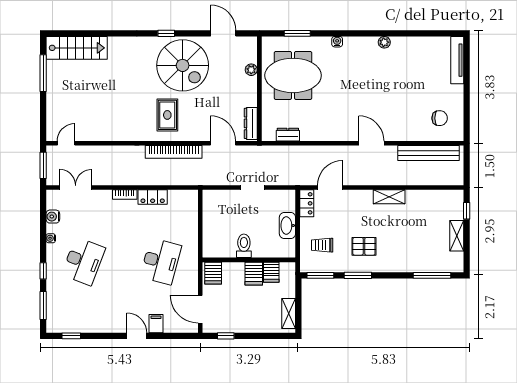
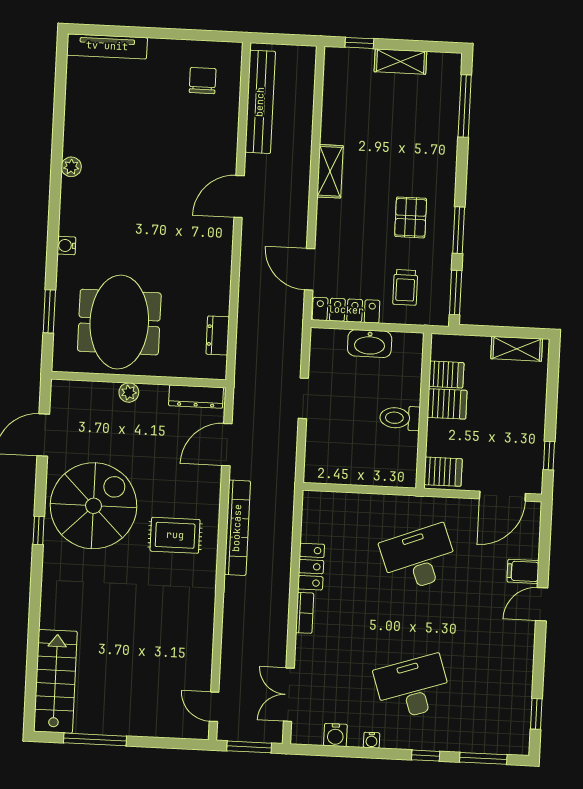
plant: (251, 70) -> (129, 393), moved
locker: (307, 203) -> (346, 310), width x1.53
desk: (83, 261) -> (413, 688), turned -39
desk: (161, 261) -> (419, 558), turned -36

